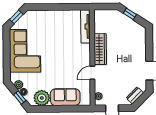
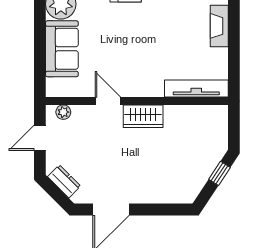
fireplace: (53, 15) -> (219, 26), added
wardrobe: (100, 49) -> (143, 116), width x0.67

